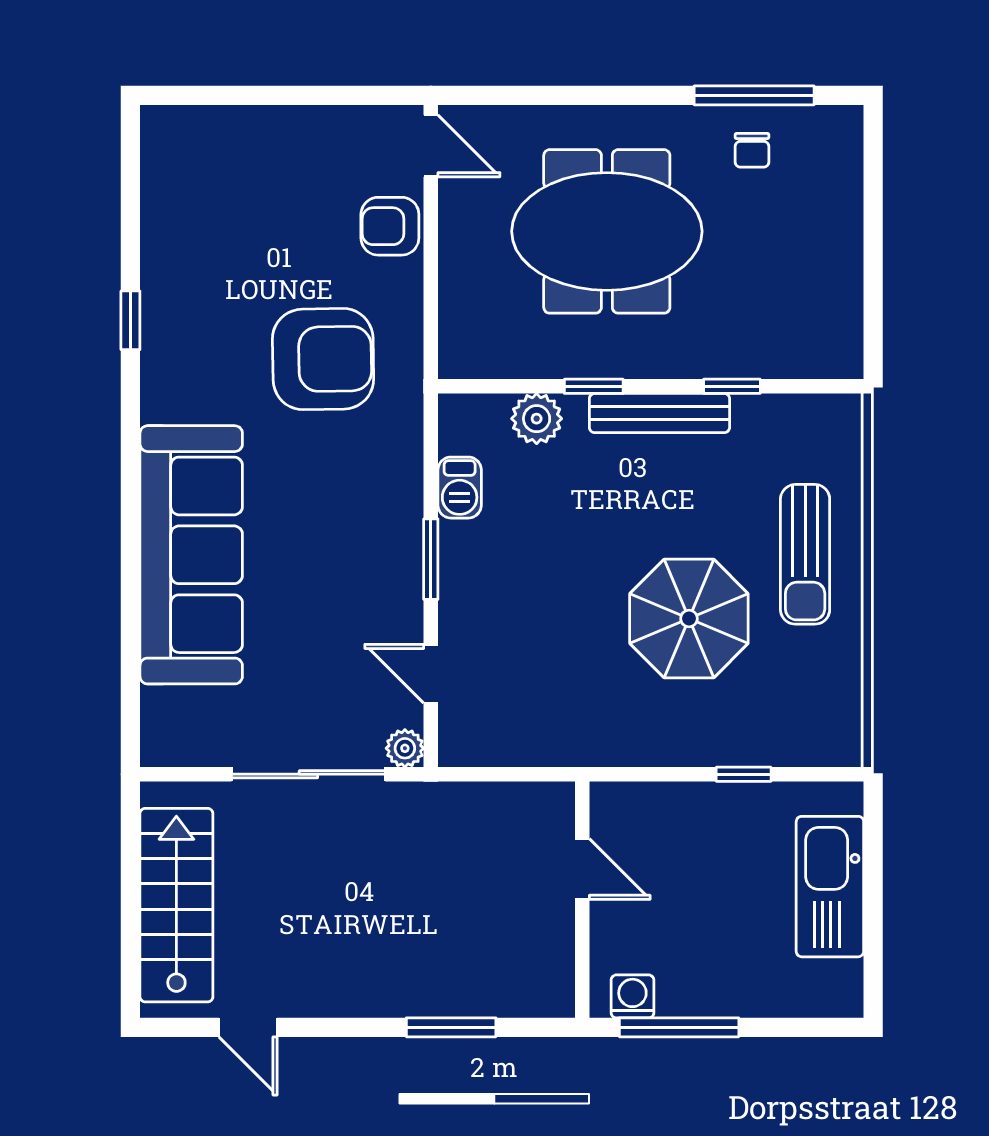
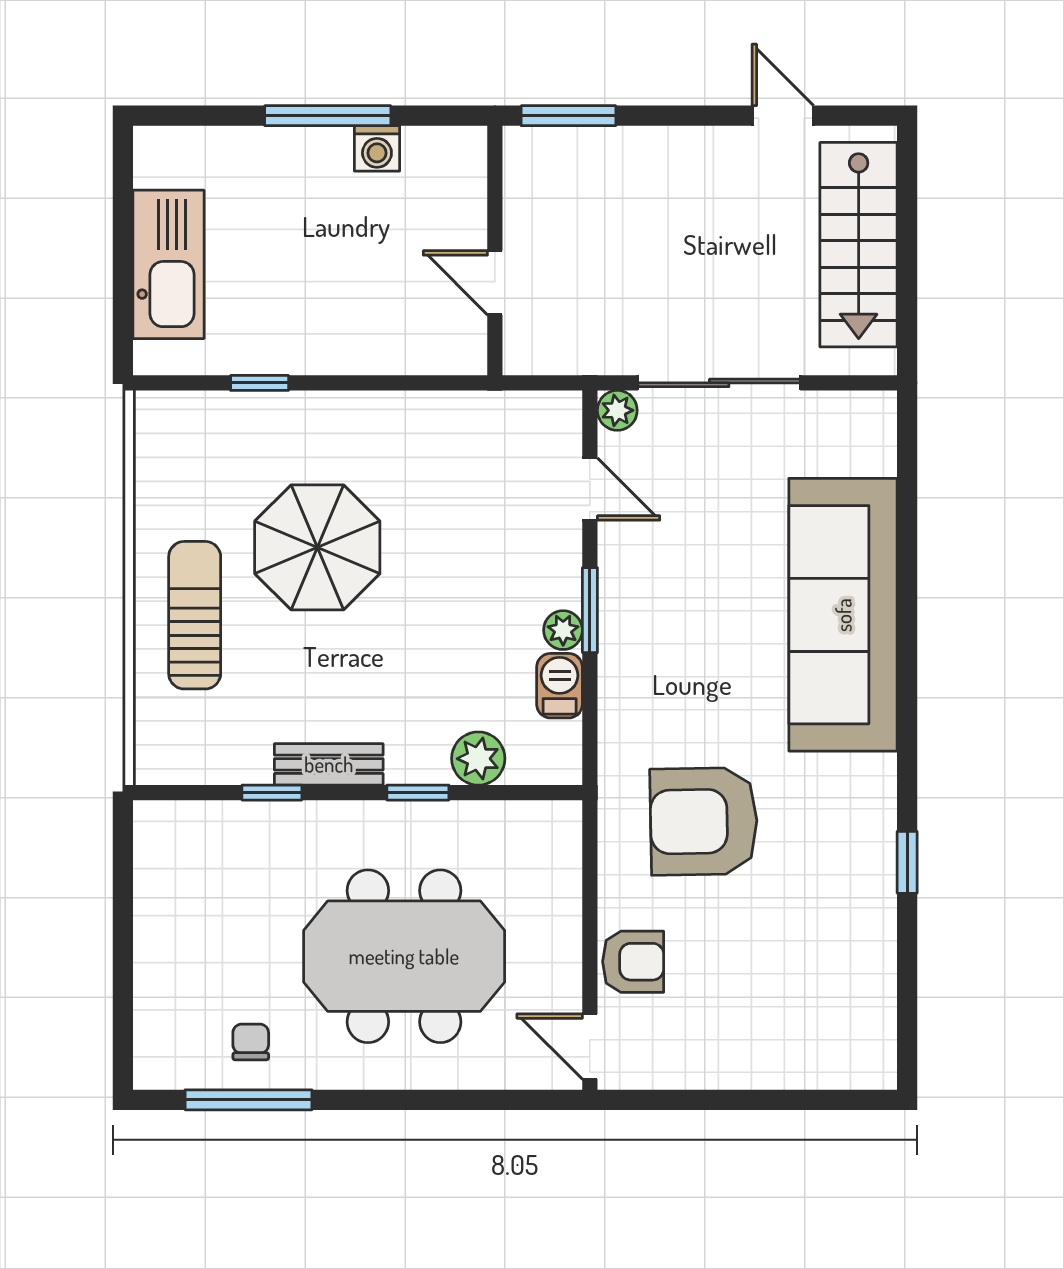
bench: (659, 413) -> (329, 764), width x0.73
plant: (456, 540) -> (563, 630), added
door: (582, 869) -> (495, 283), moved
wall: (582, 900) -> (495, 251), moved

